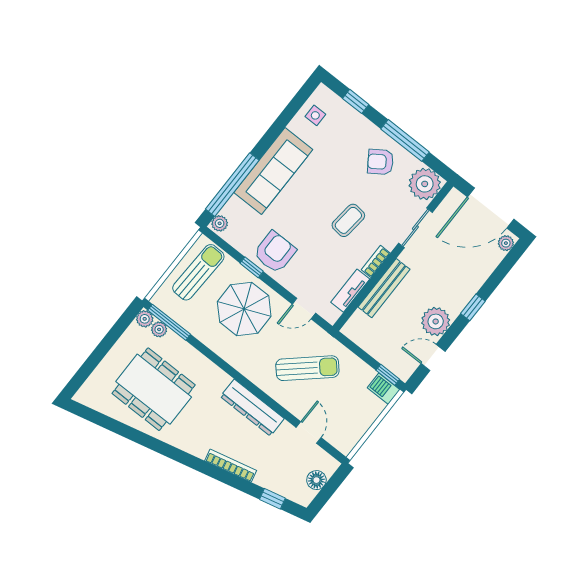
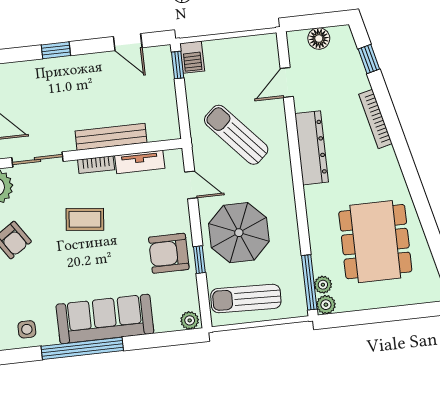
window: (232, 185) -> (82, 348), moved
plant: (436, 321) -> (97, 69), removed

